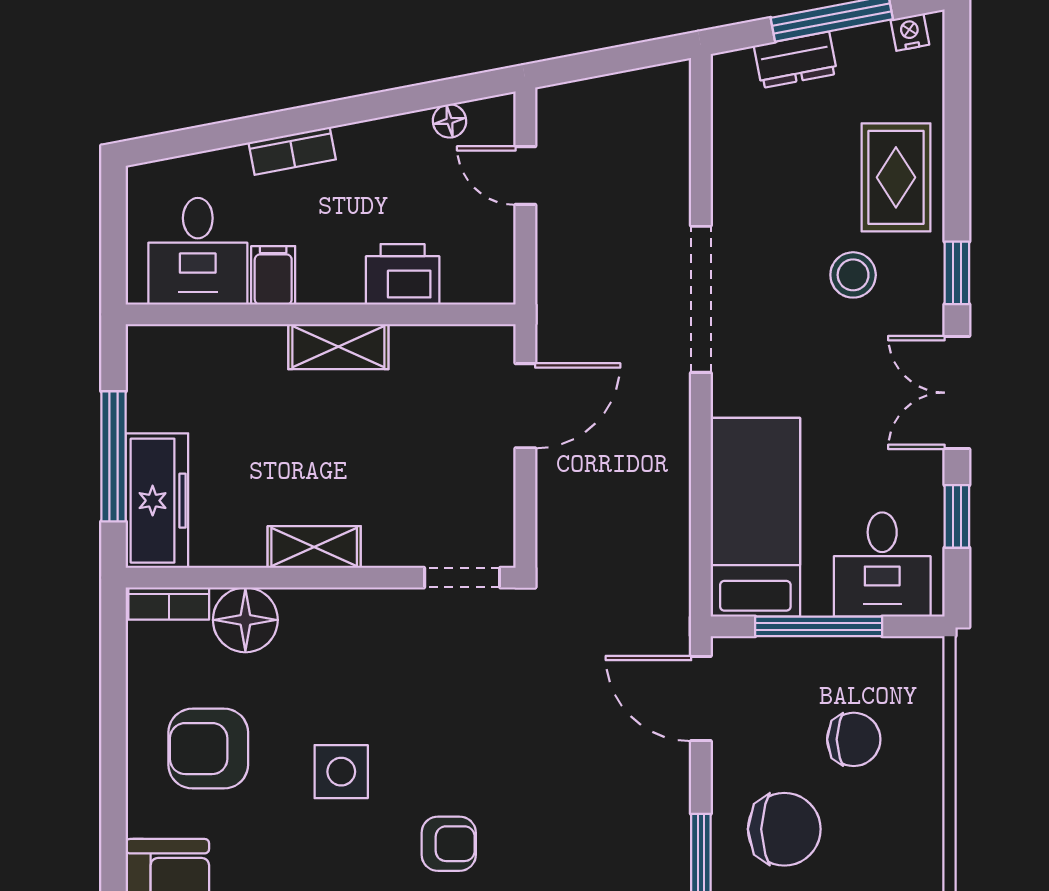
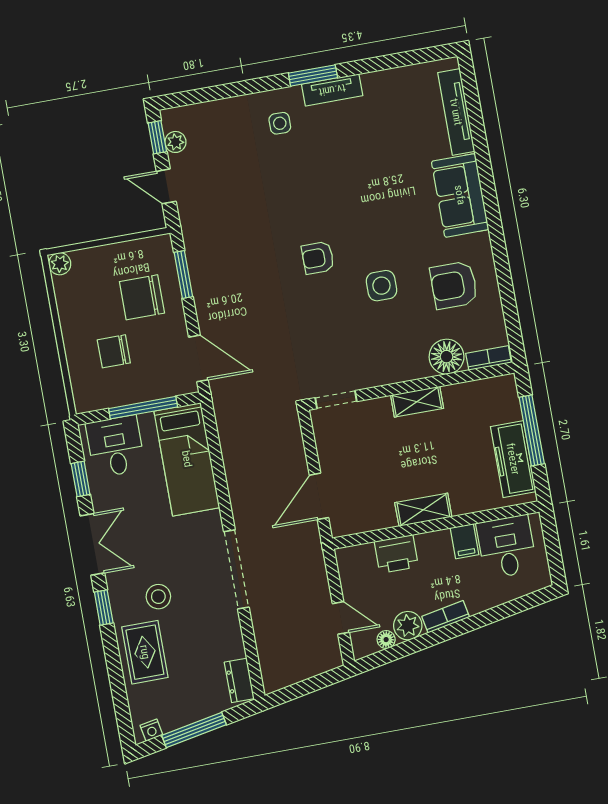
dresser: (795, 60) -> (239, 680), moved, turned -79
plant: (405, 139) -> (408, 626), added
bookcase: (292, 151) -> (446, 617), moved
freezer: (157, 501) -> (513, 459), moved
armchair: (208, 749) -> (454, 285), turned 180

